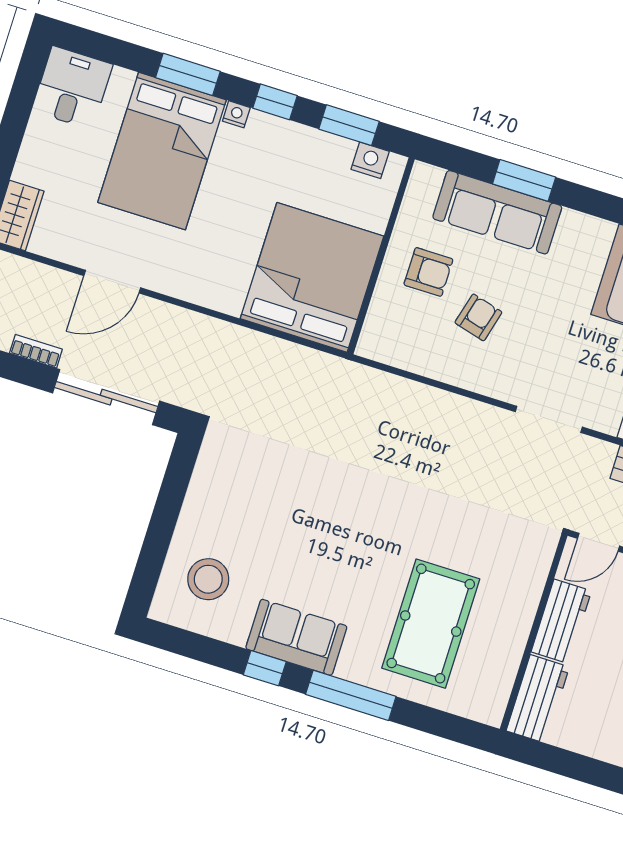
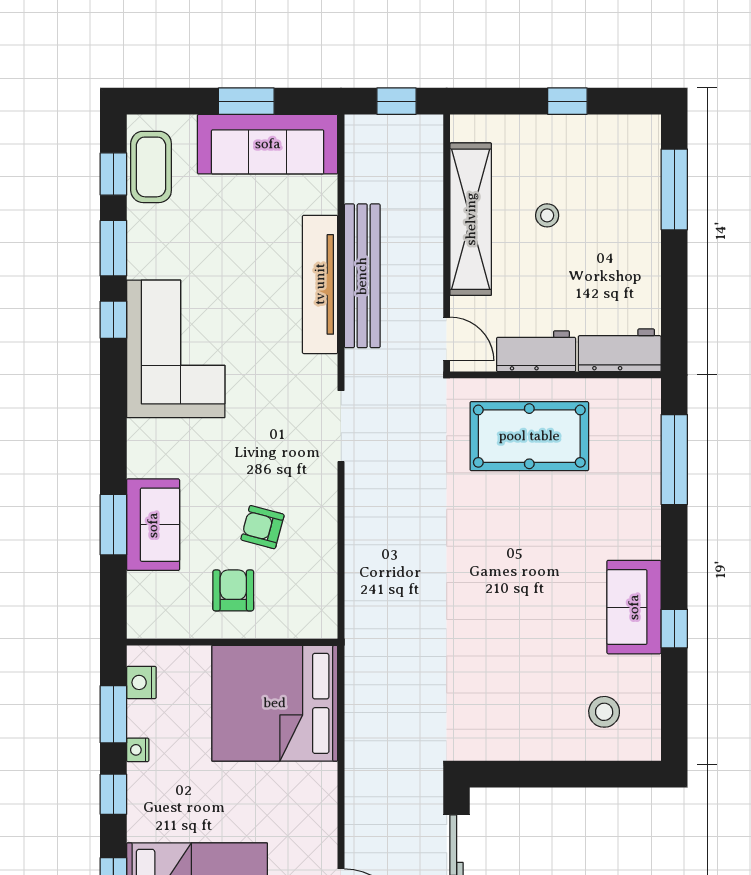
nightstand: (236, 114) -> (138, 750), moved
sofa: (497, 212) -> (153, 525), width x0.73
stool: (208, 579) -> (604, 712), width x0.73, depth x0.73
pool table: (431, 624) -> (529, 436), moved
window: (351, 695) -> (674, 460), moved

